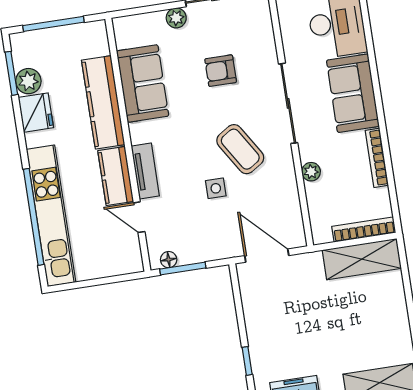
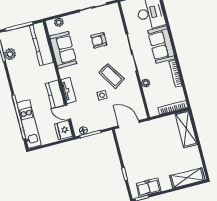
plant: (176, 18) -> (59, 22), moved
kitchen counter: (103, 102) -> (41, 44), moved
fridge: (36, 113) -> (64, 130), moved, turned 180
kitchen unit: (51, 216) -> (29, 124), width x0.73
shelving: (362, 259) -> (186, 129), moved, turned 90

